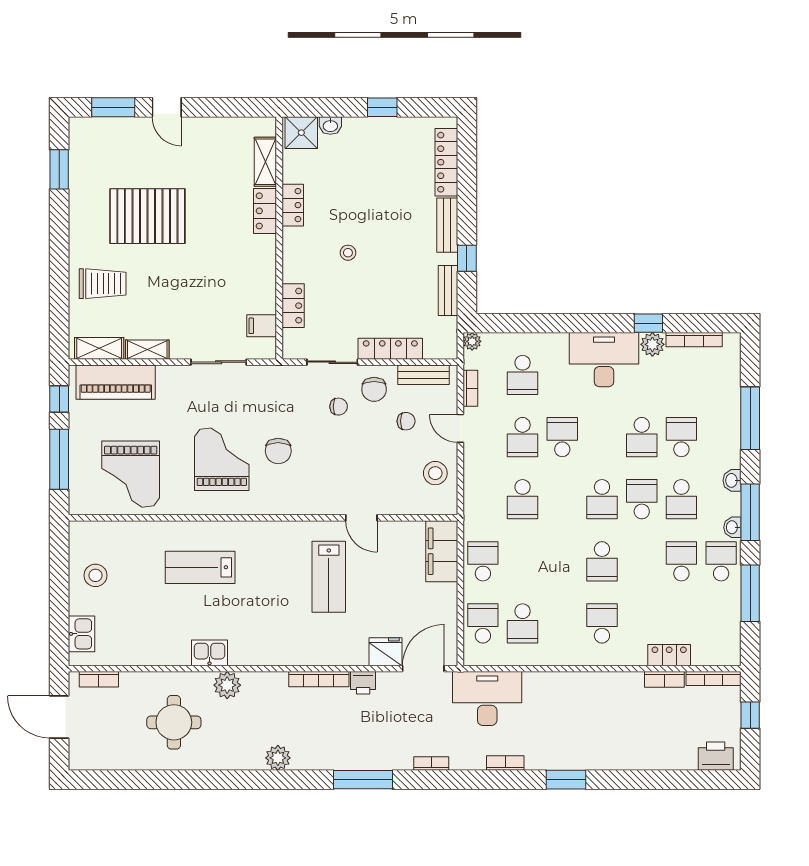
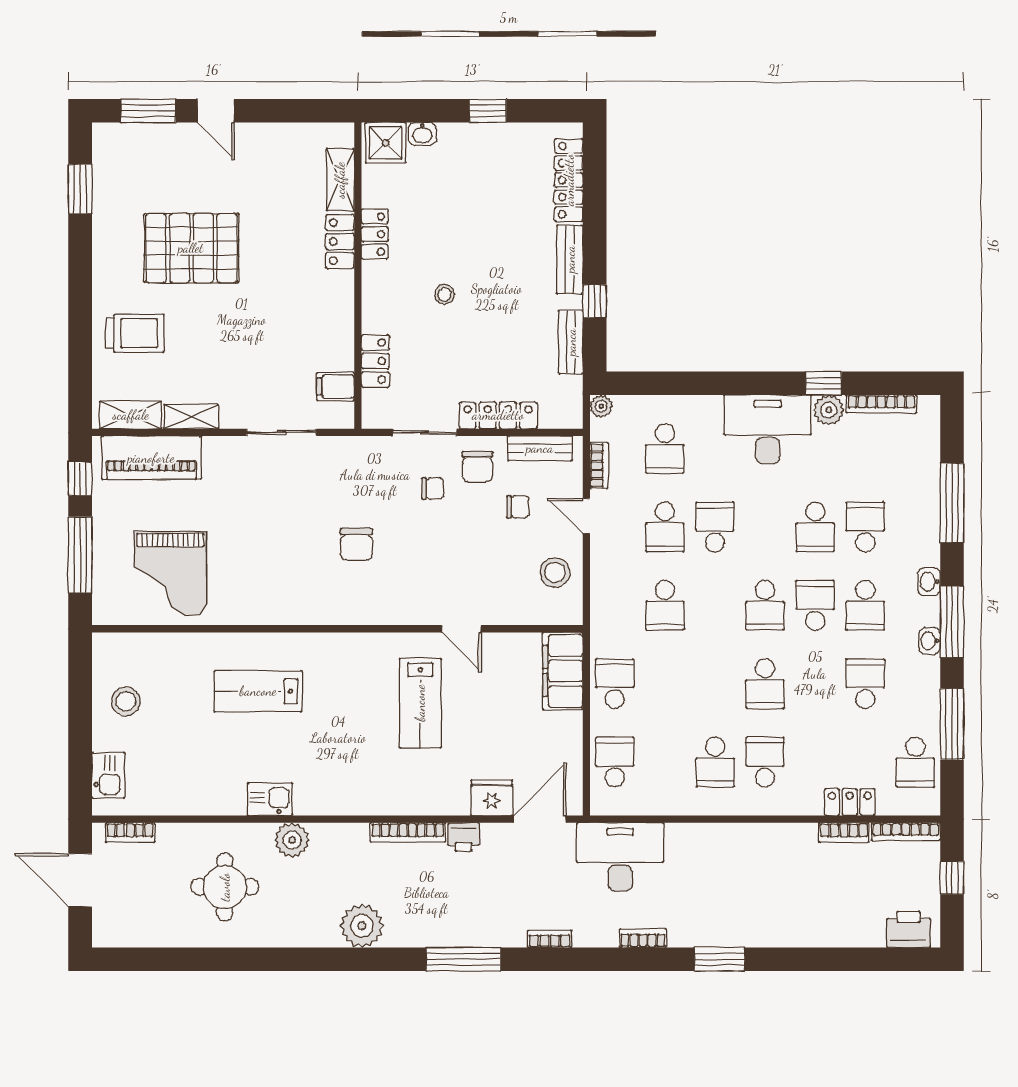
grand piano: (222, 459) -> (285, 555), removed
school desk: (721, 561) -> (915, 762), moved, turned 180
school desk: (523, 623) -> (715, 762), moved
plant: (278, 758) -> (362, 926), width x1.36, depth x1.36

